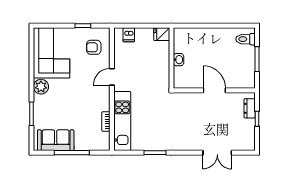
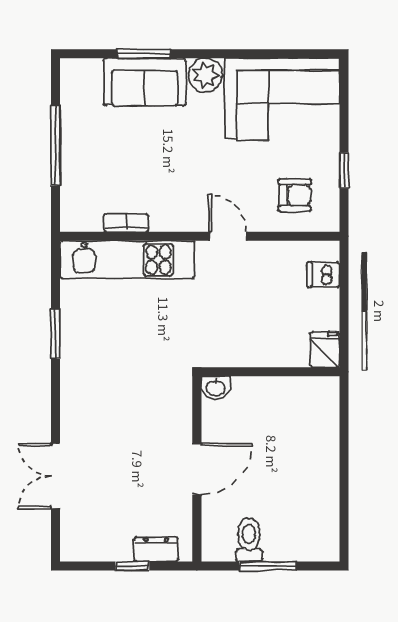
toilet: (245, 39) -> (249, 540), moved
armchair: (94, 47) -> (295, 195), turned 90
washbasin: (178, 60) -> (215, 388), moved
sofa: (56, 140) -> (145, 82), moved, turned 90

